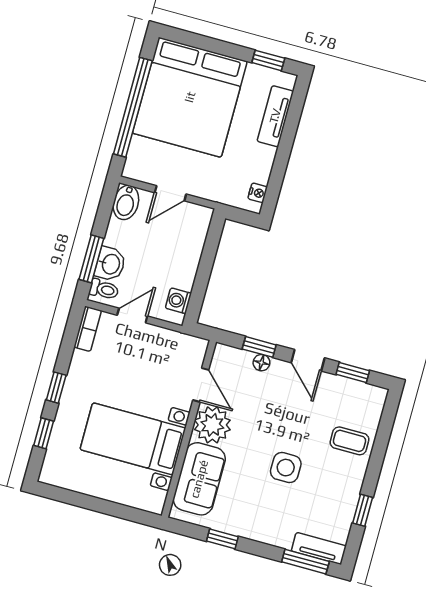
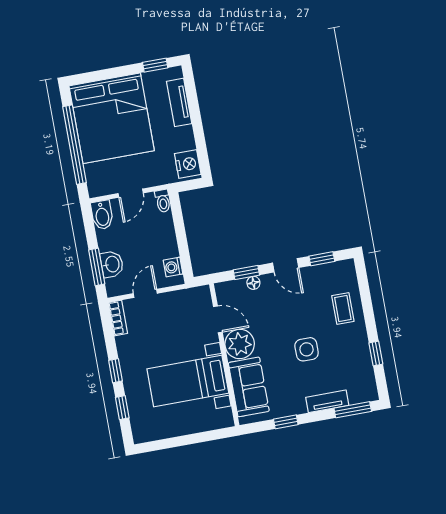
nightstand: (258, 193) -> (188, 164), width x1.89, depth x1.79
toilet: (104, 289) -> (163, 201), moved, turned 90
coffee table: (349, 441) -> (343, 309), turned 90
tv unit: (319, 549) -> (327, 401), moved

